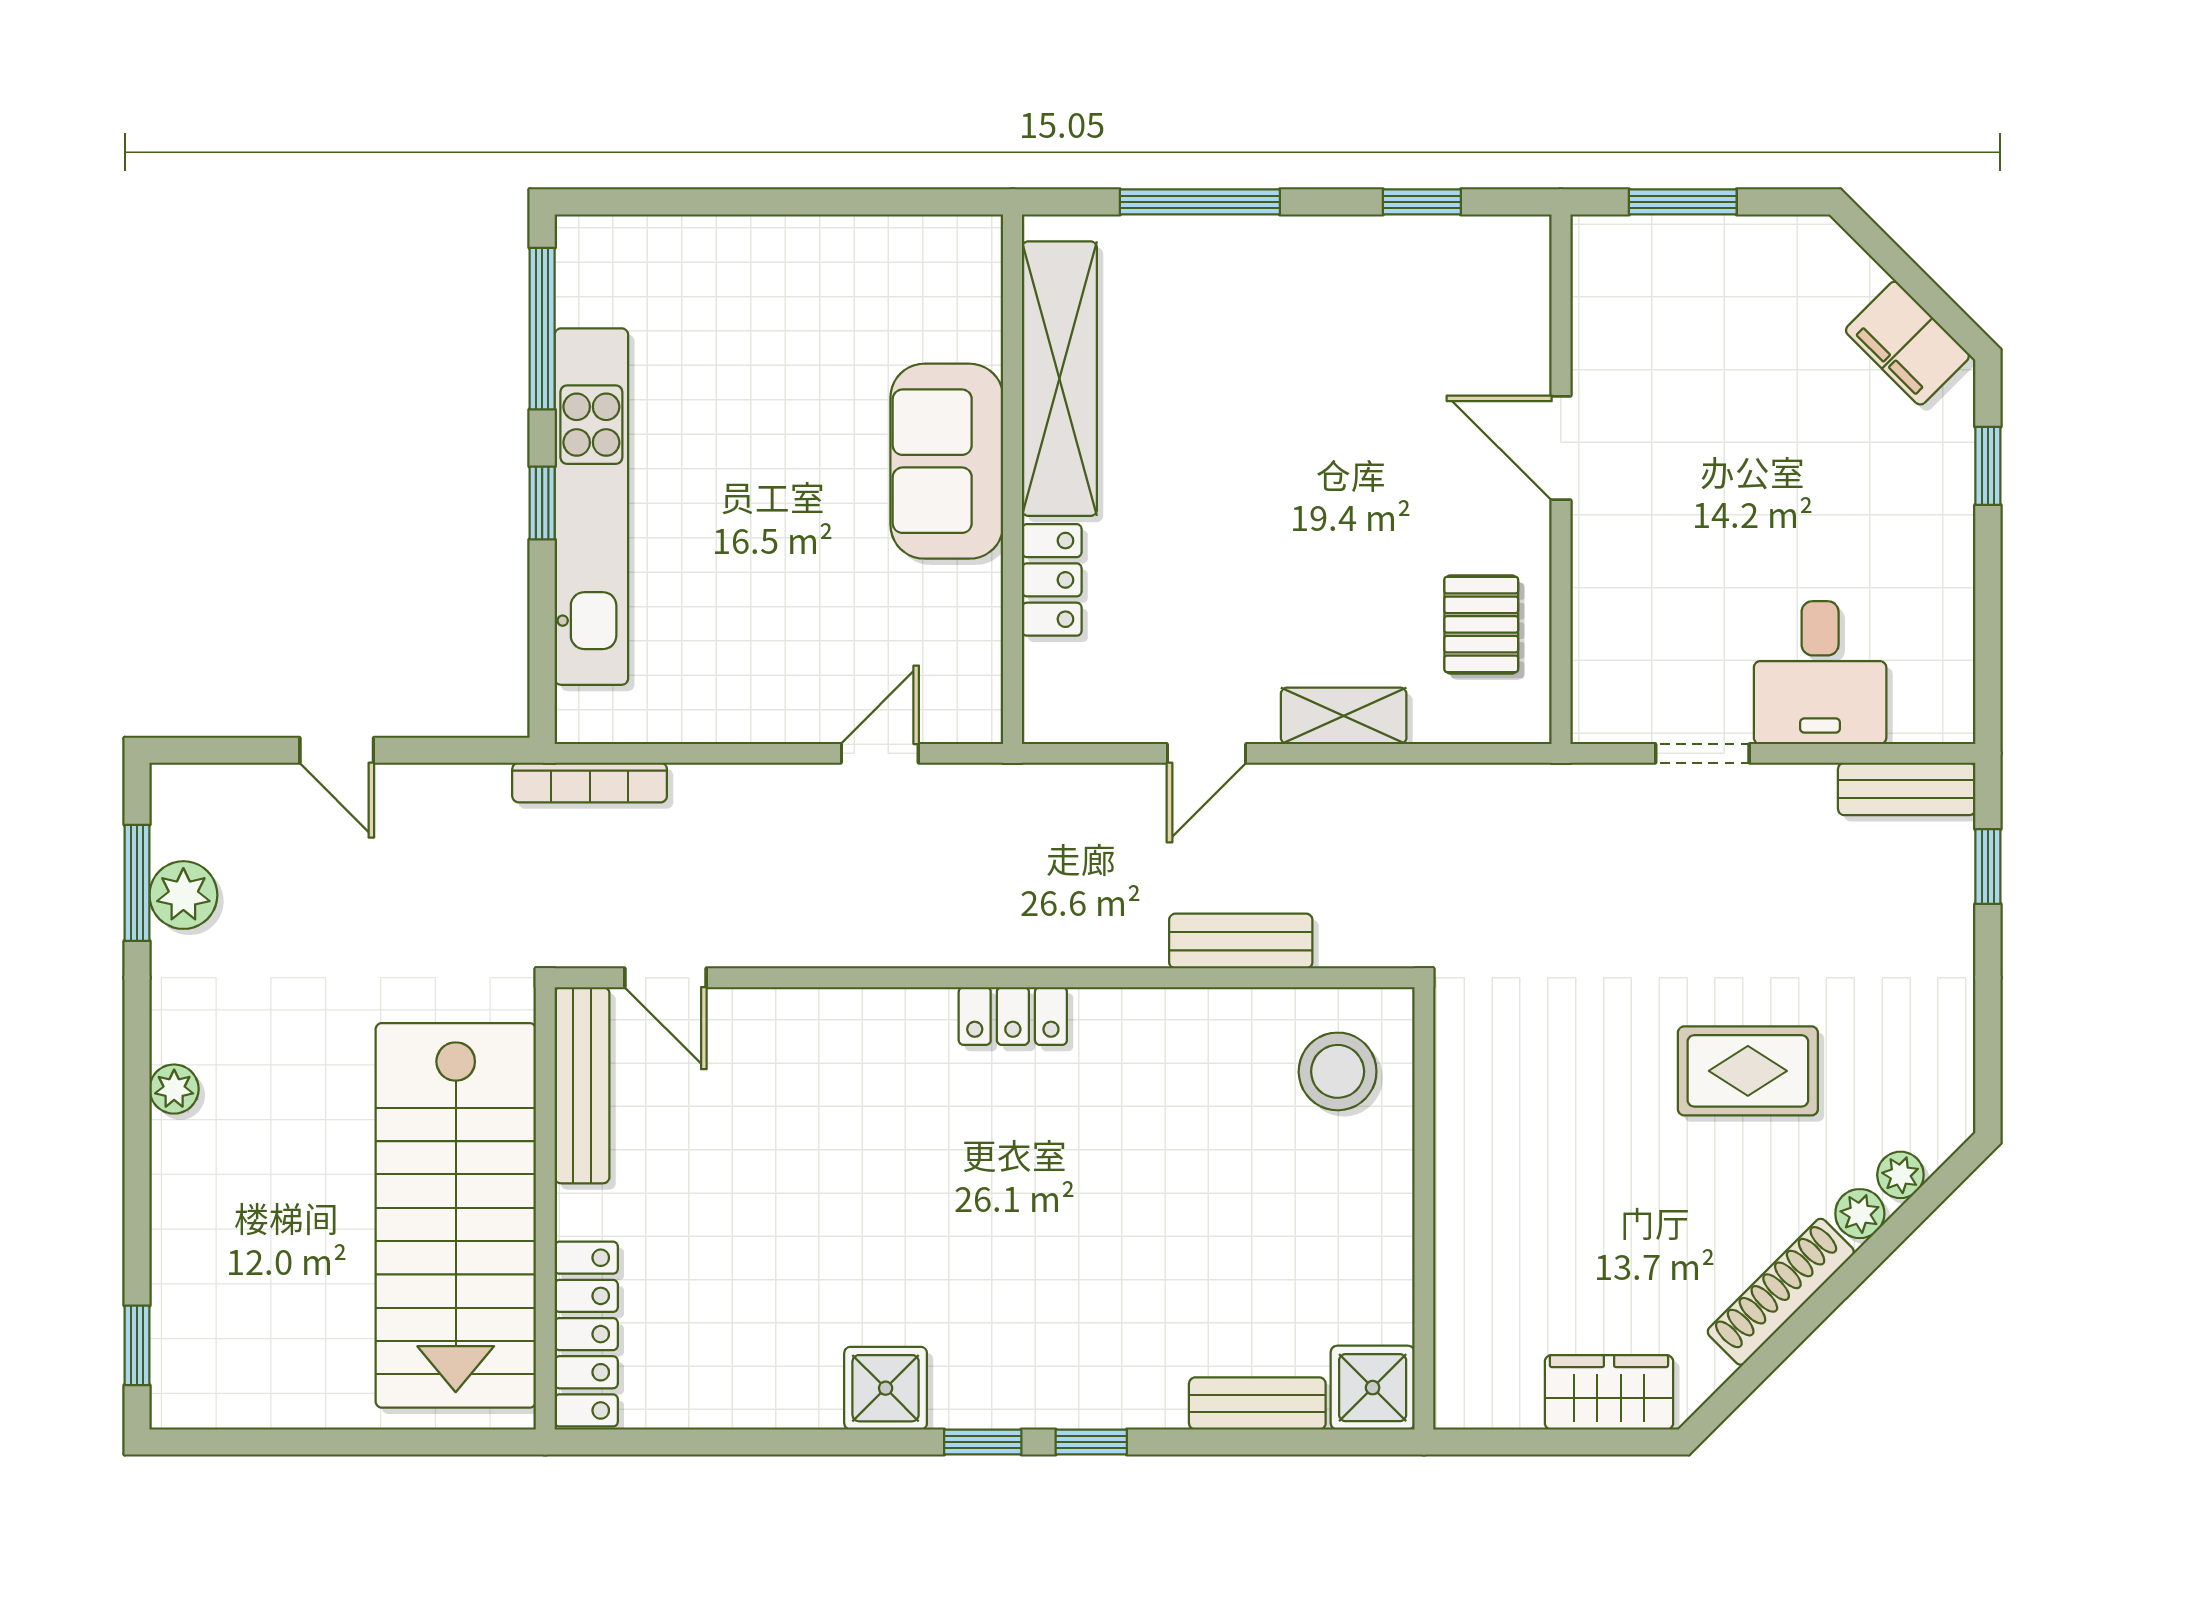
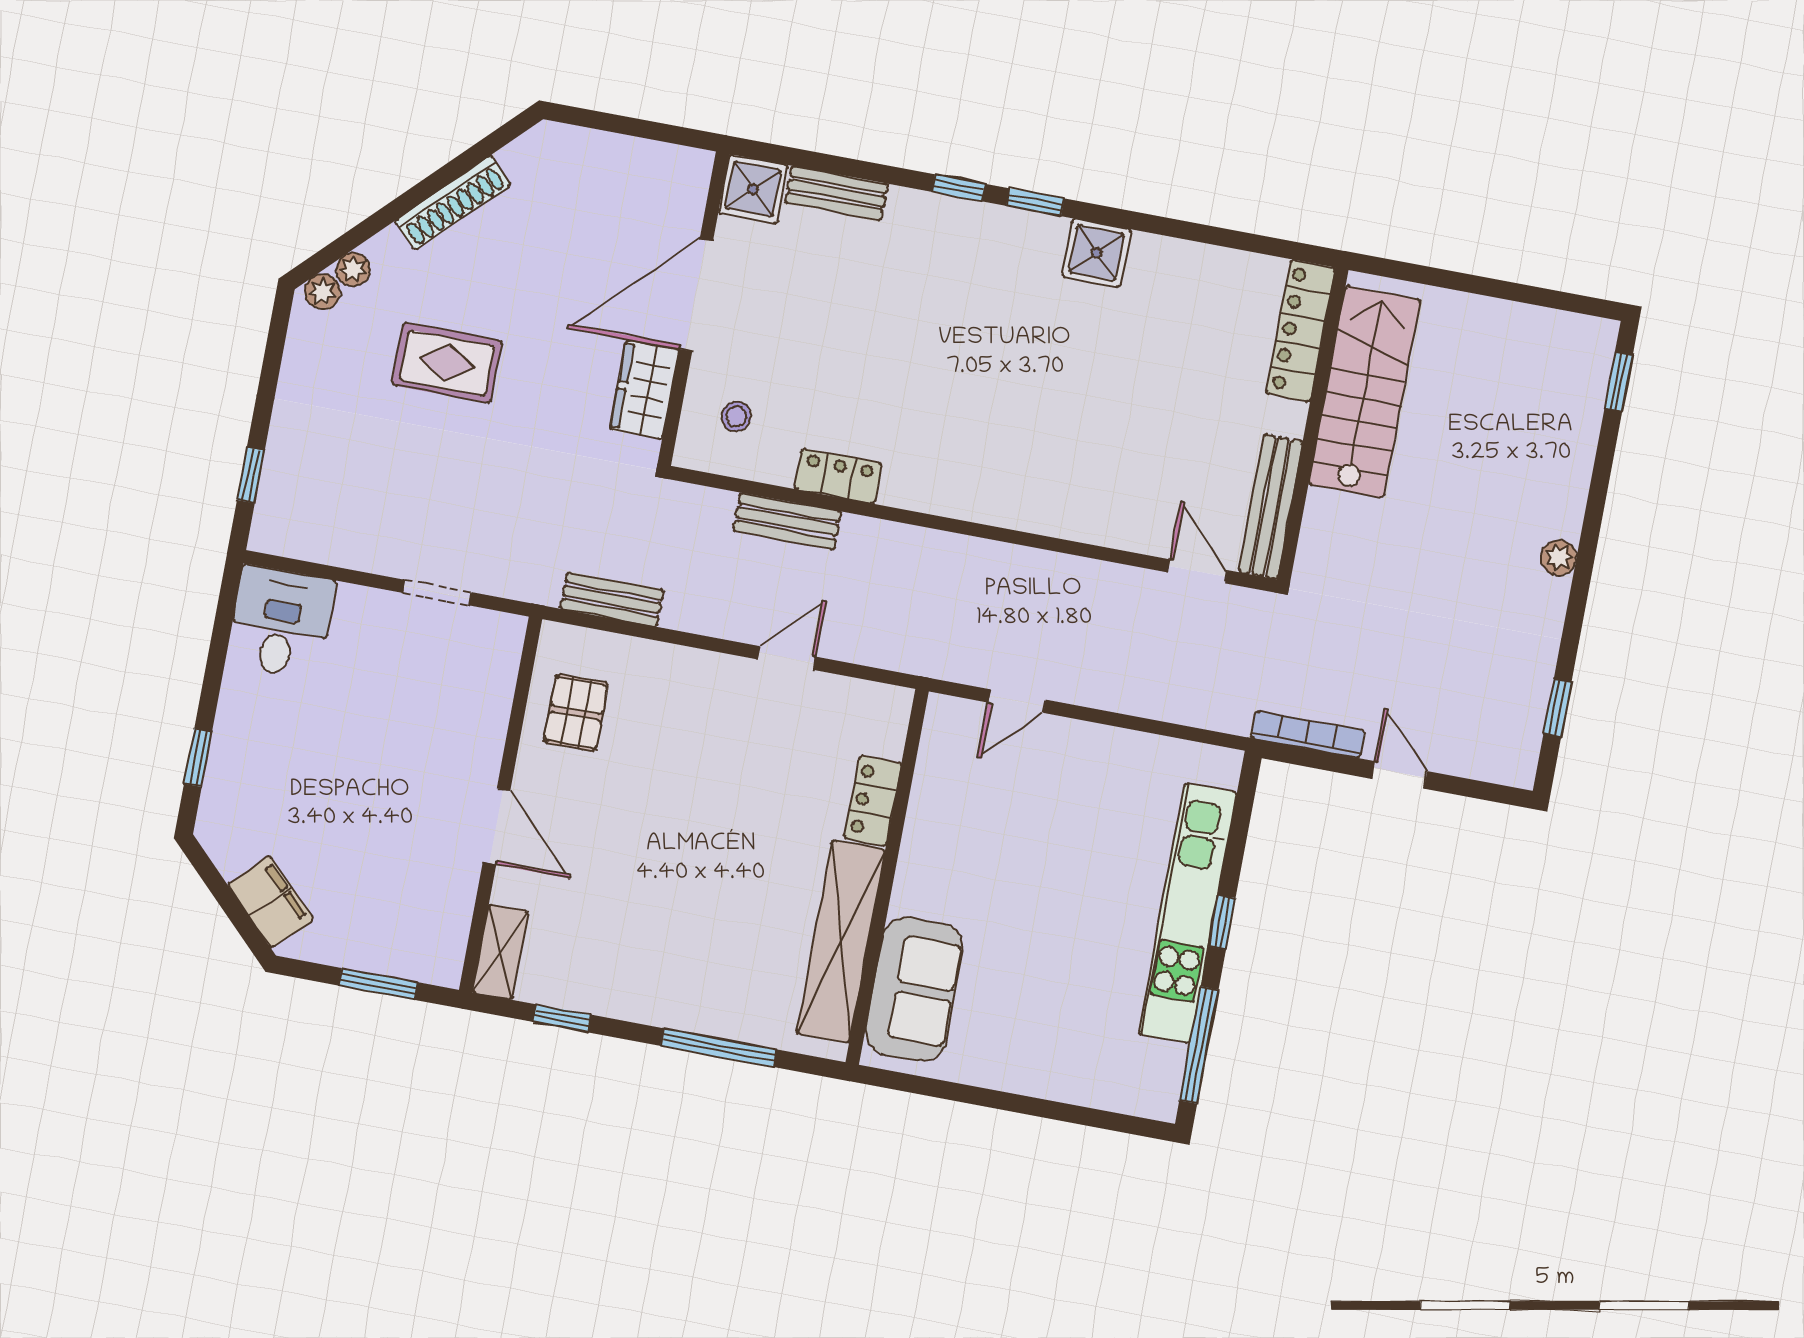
filing cabinet: (1907, 343) -> (271, 902), moved
sofa: (947, 461) -> (914, 989), moved
desk: (1820, 673) -> (281, 622), moved
shelving: (1344, 716) -> (500, 952), moved, turned 90
bookcase: (590, 783) -> (1308, 734), moved
bench: (1907, 789) -> (612, 599), moved
window: (137, 883) -> (1558, 708), width x0.67
plant: (183, 895) -> (1526, 693), removed
locker: (1013, 1016) -> (838, 476), moved
stool: (1338, 1071) -> (736, 417), width x0.53, depth x0.53
plant: (1860, 1214) -> (322, 292), moved
stairs: (456, 1215) -> (1365, 392), width x0.73, depth x0.66
door: (1424, 1228) -> (696, 295), added
wardrobe: (1609, 1392) -> (644, 389), moved, turned 90

